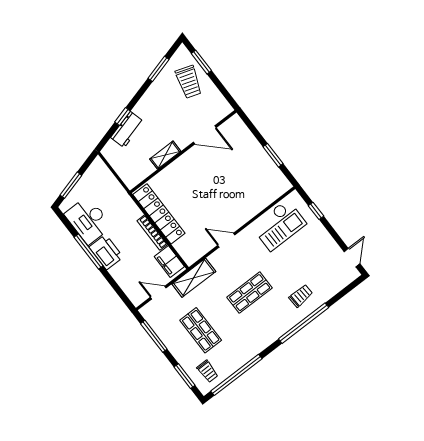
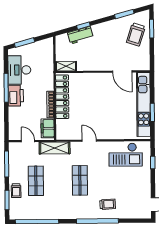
kitchen unit: (257, 154) -> (144, 104), added
shelving: (165, 155) -> (66, 66), moved
shop shelf: (250, 293) -> (80, 180), turned 90
trolley: (208, 371) -> (16, 191), moved

